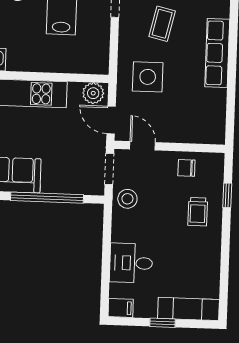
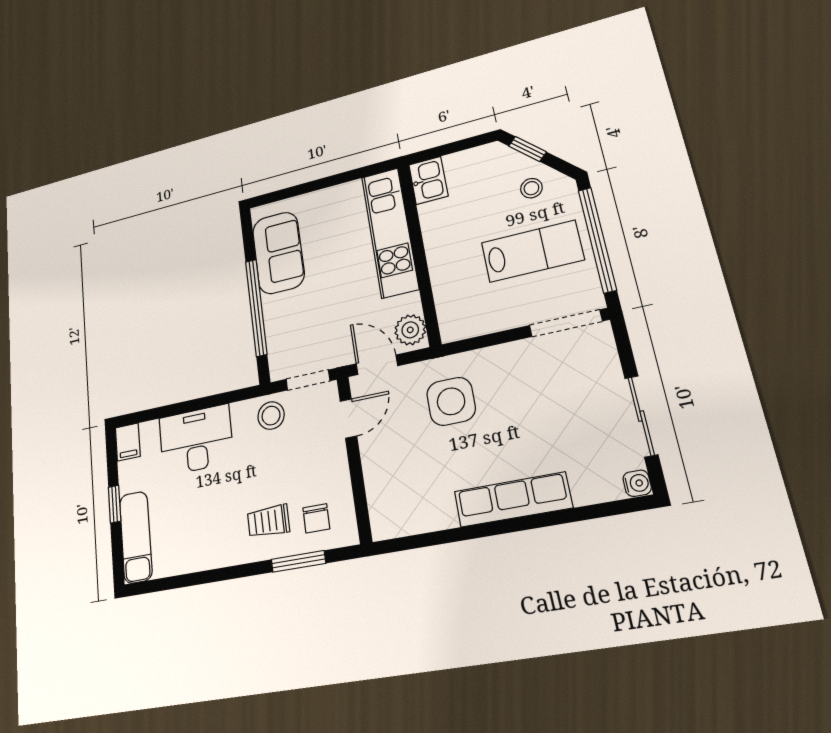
coffee table: (162, 24) -> (538, 403), removed
door: (111, 120) -> (377, 365), hinge flipped
chair: (186, 168) -> (316, 518), moved, turned 180
window: (227, 195) -> (298, 561), width x1.50
desk: (131, 263) -> (196, 440), width x1.37

